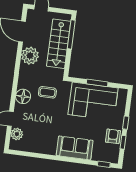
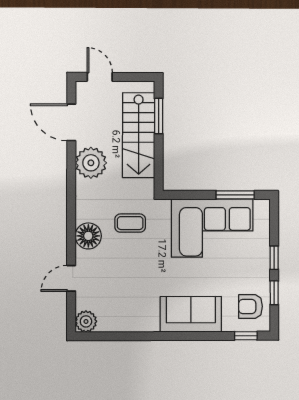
window: (71, 34) -> (159, 116), width x0.69
window: (97, 83) -> (235, 195), moved
plant: (17, 134) -> (86, 321), moved
armchair: (113, 136) -> (251, 307), moved, turned -90

